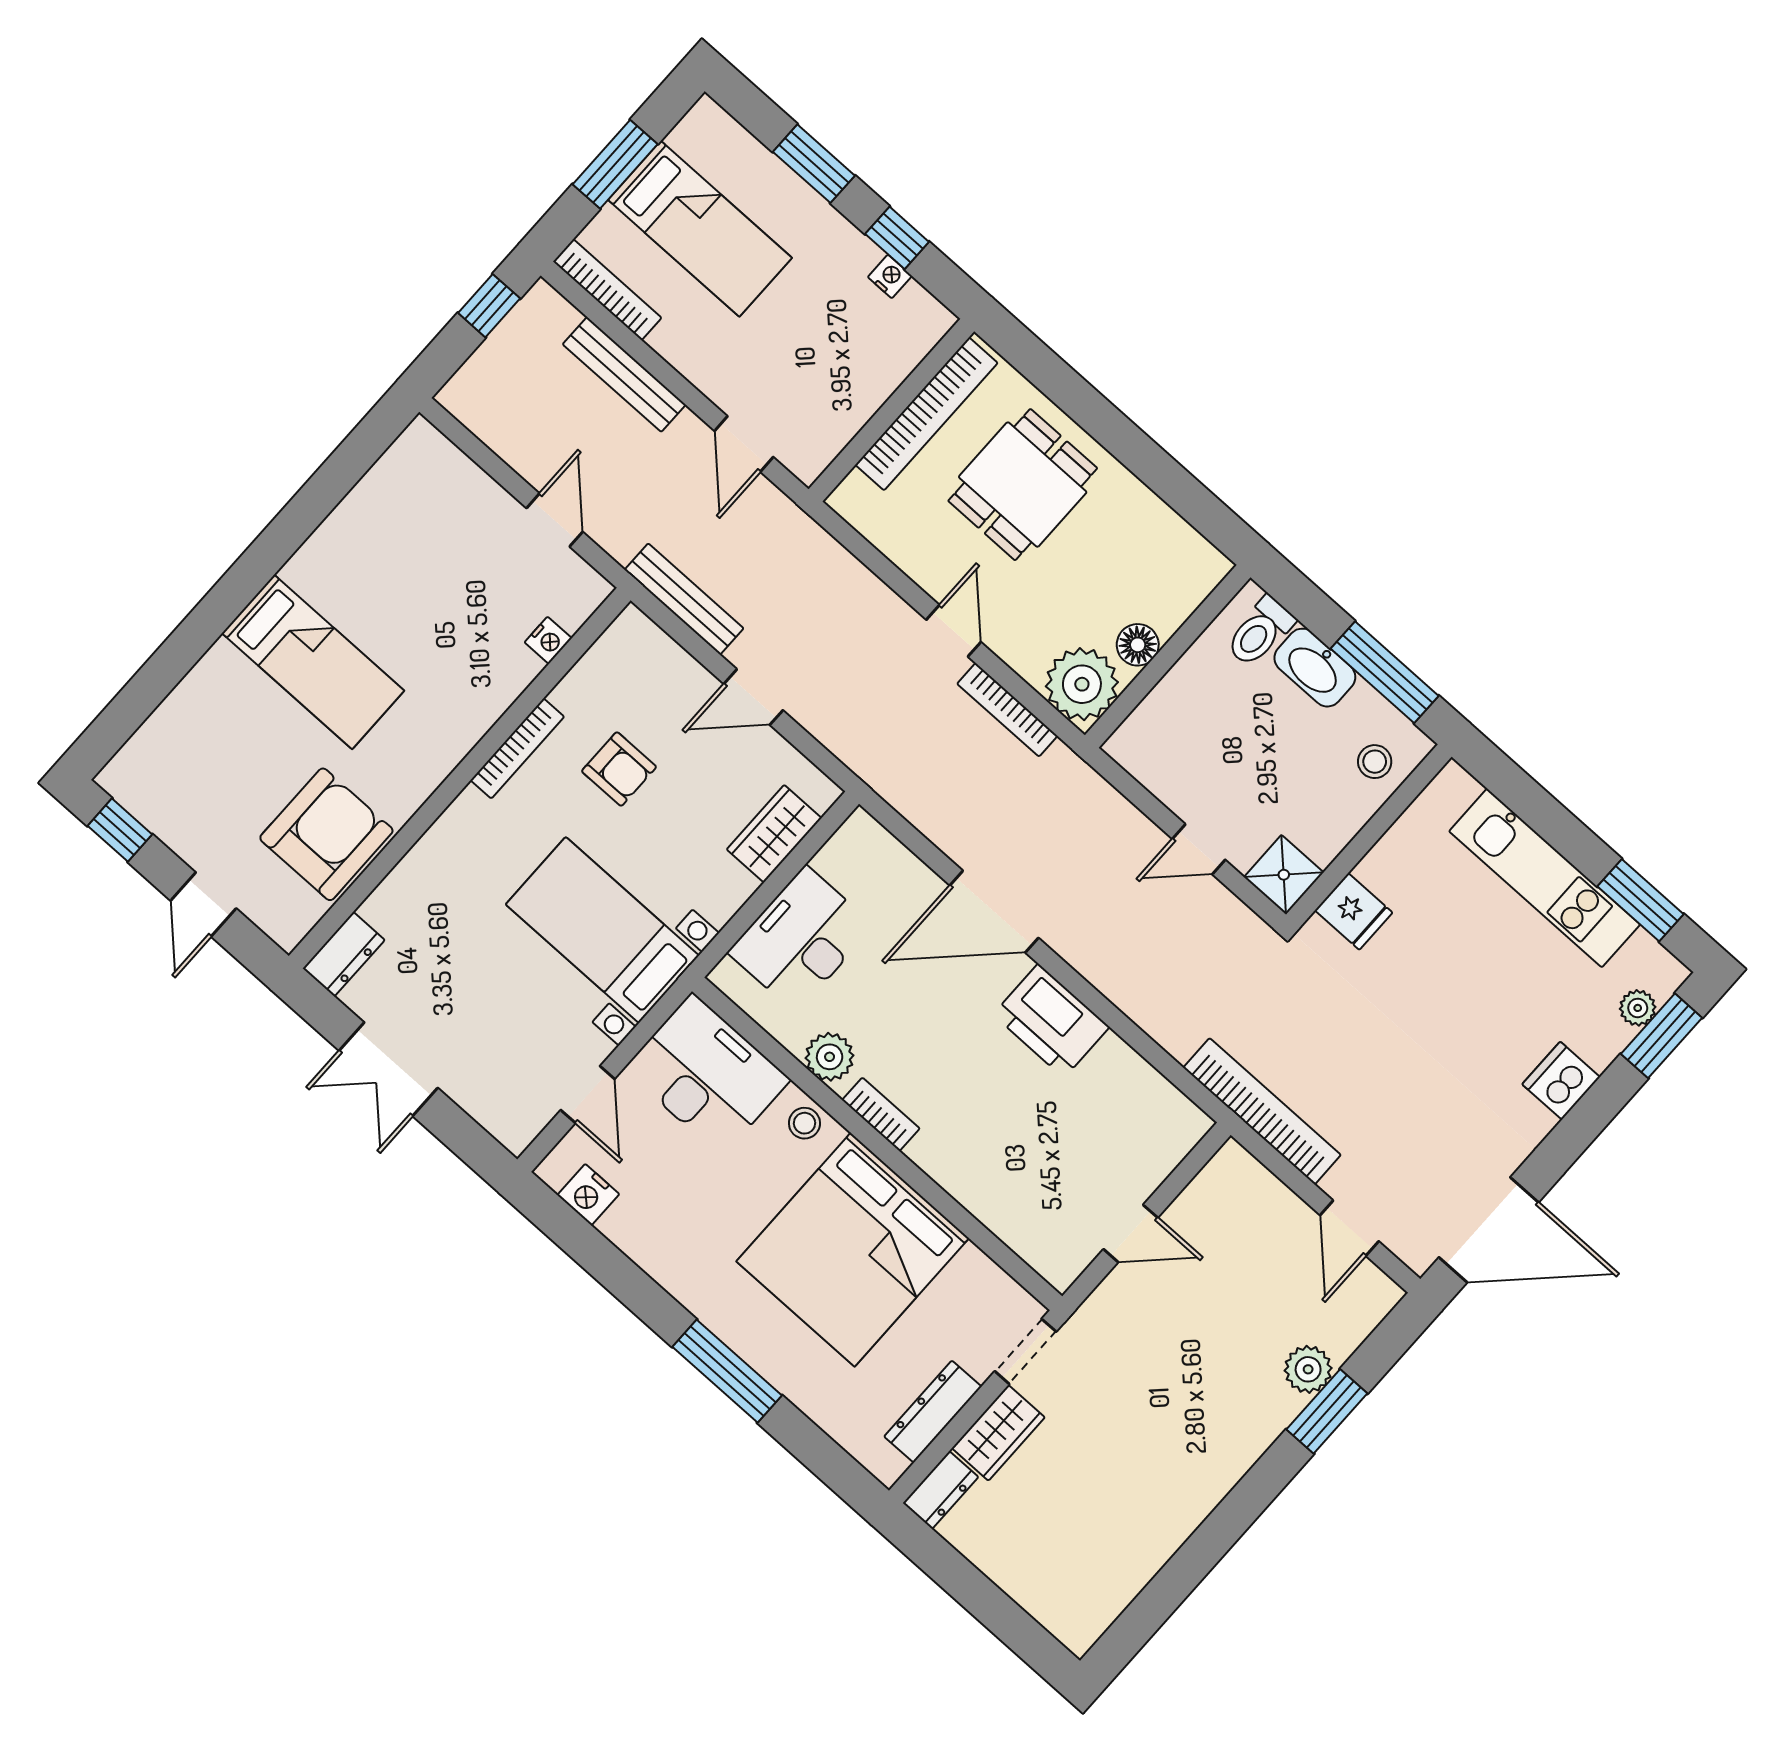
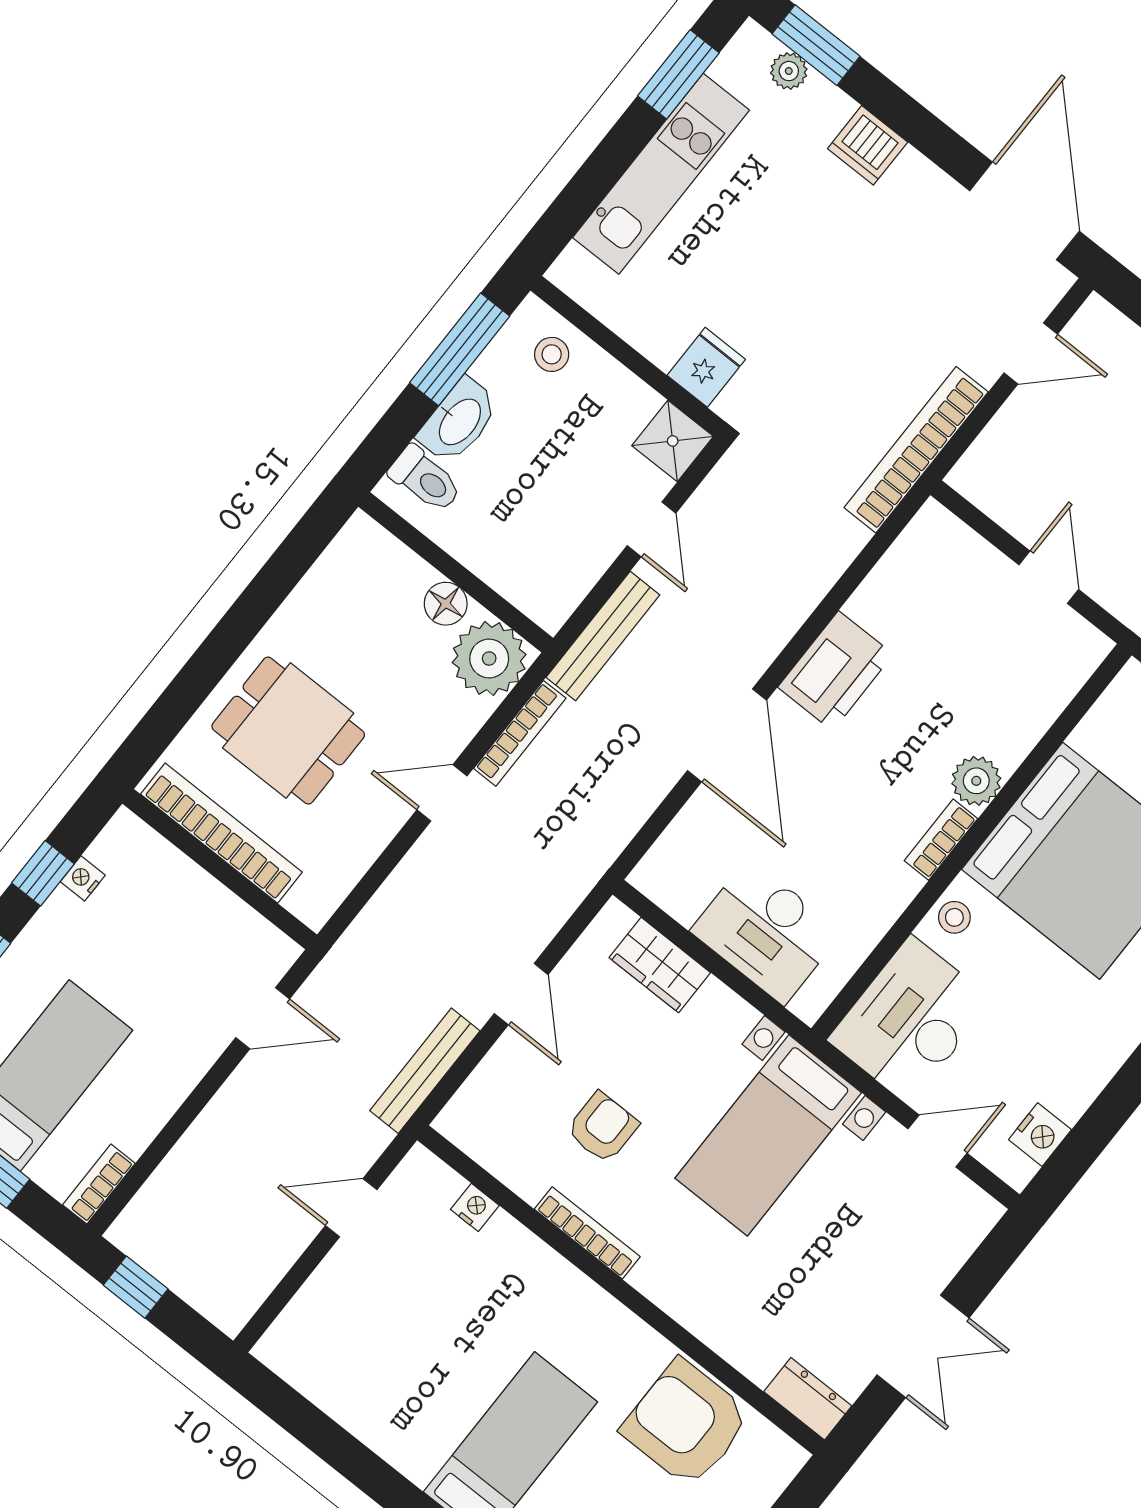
bookcase: (607, 290) -> (99, 1184), width x0.64
bench: (624, 374) -> (603, 636), moved
plant: (830, 1057) -> (976, 781), moved

